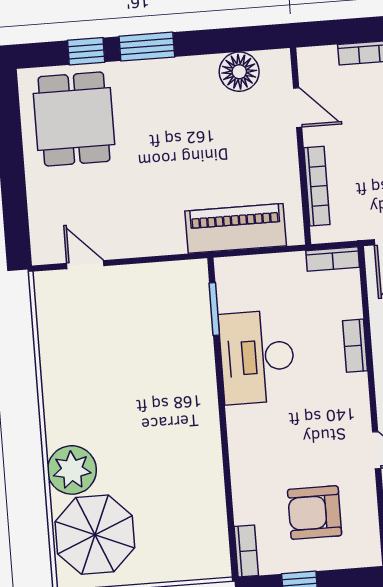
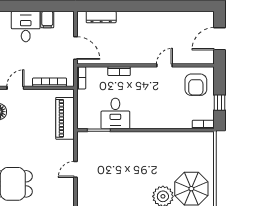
door: (85, 265) -> (75, 169), moved
desk: (257, 357) -> (115, 113), width x0.73
armchair: (315, 513) -> (196, 85), moved

